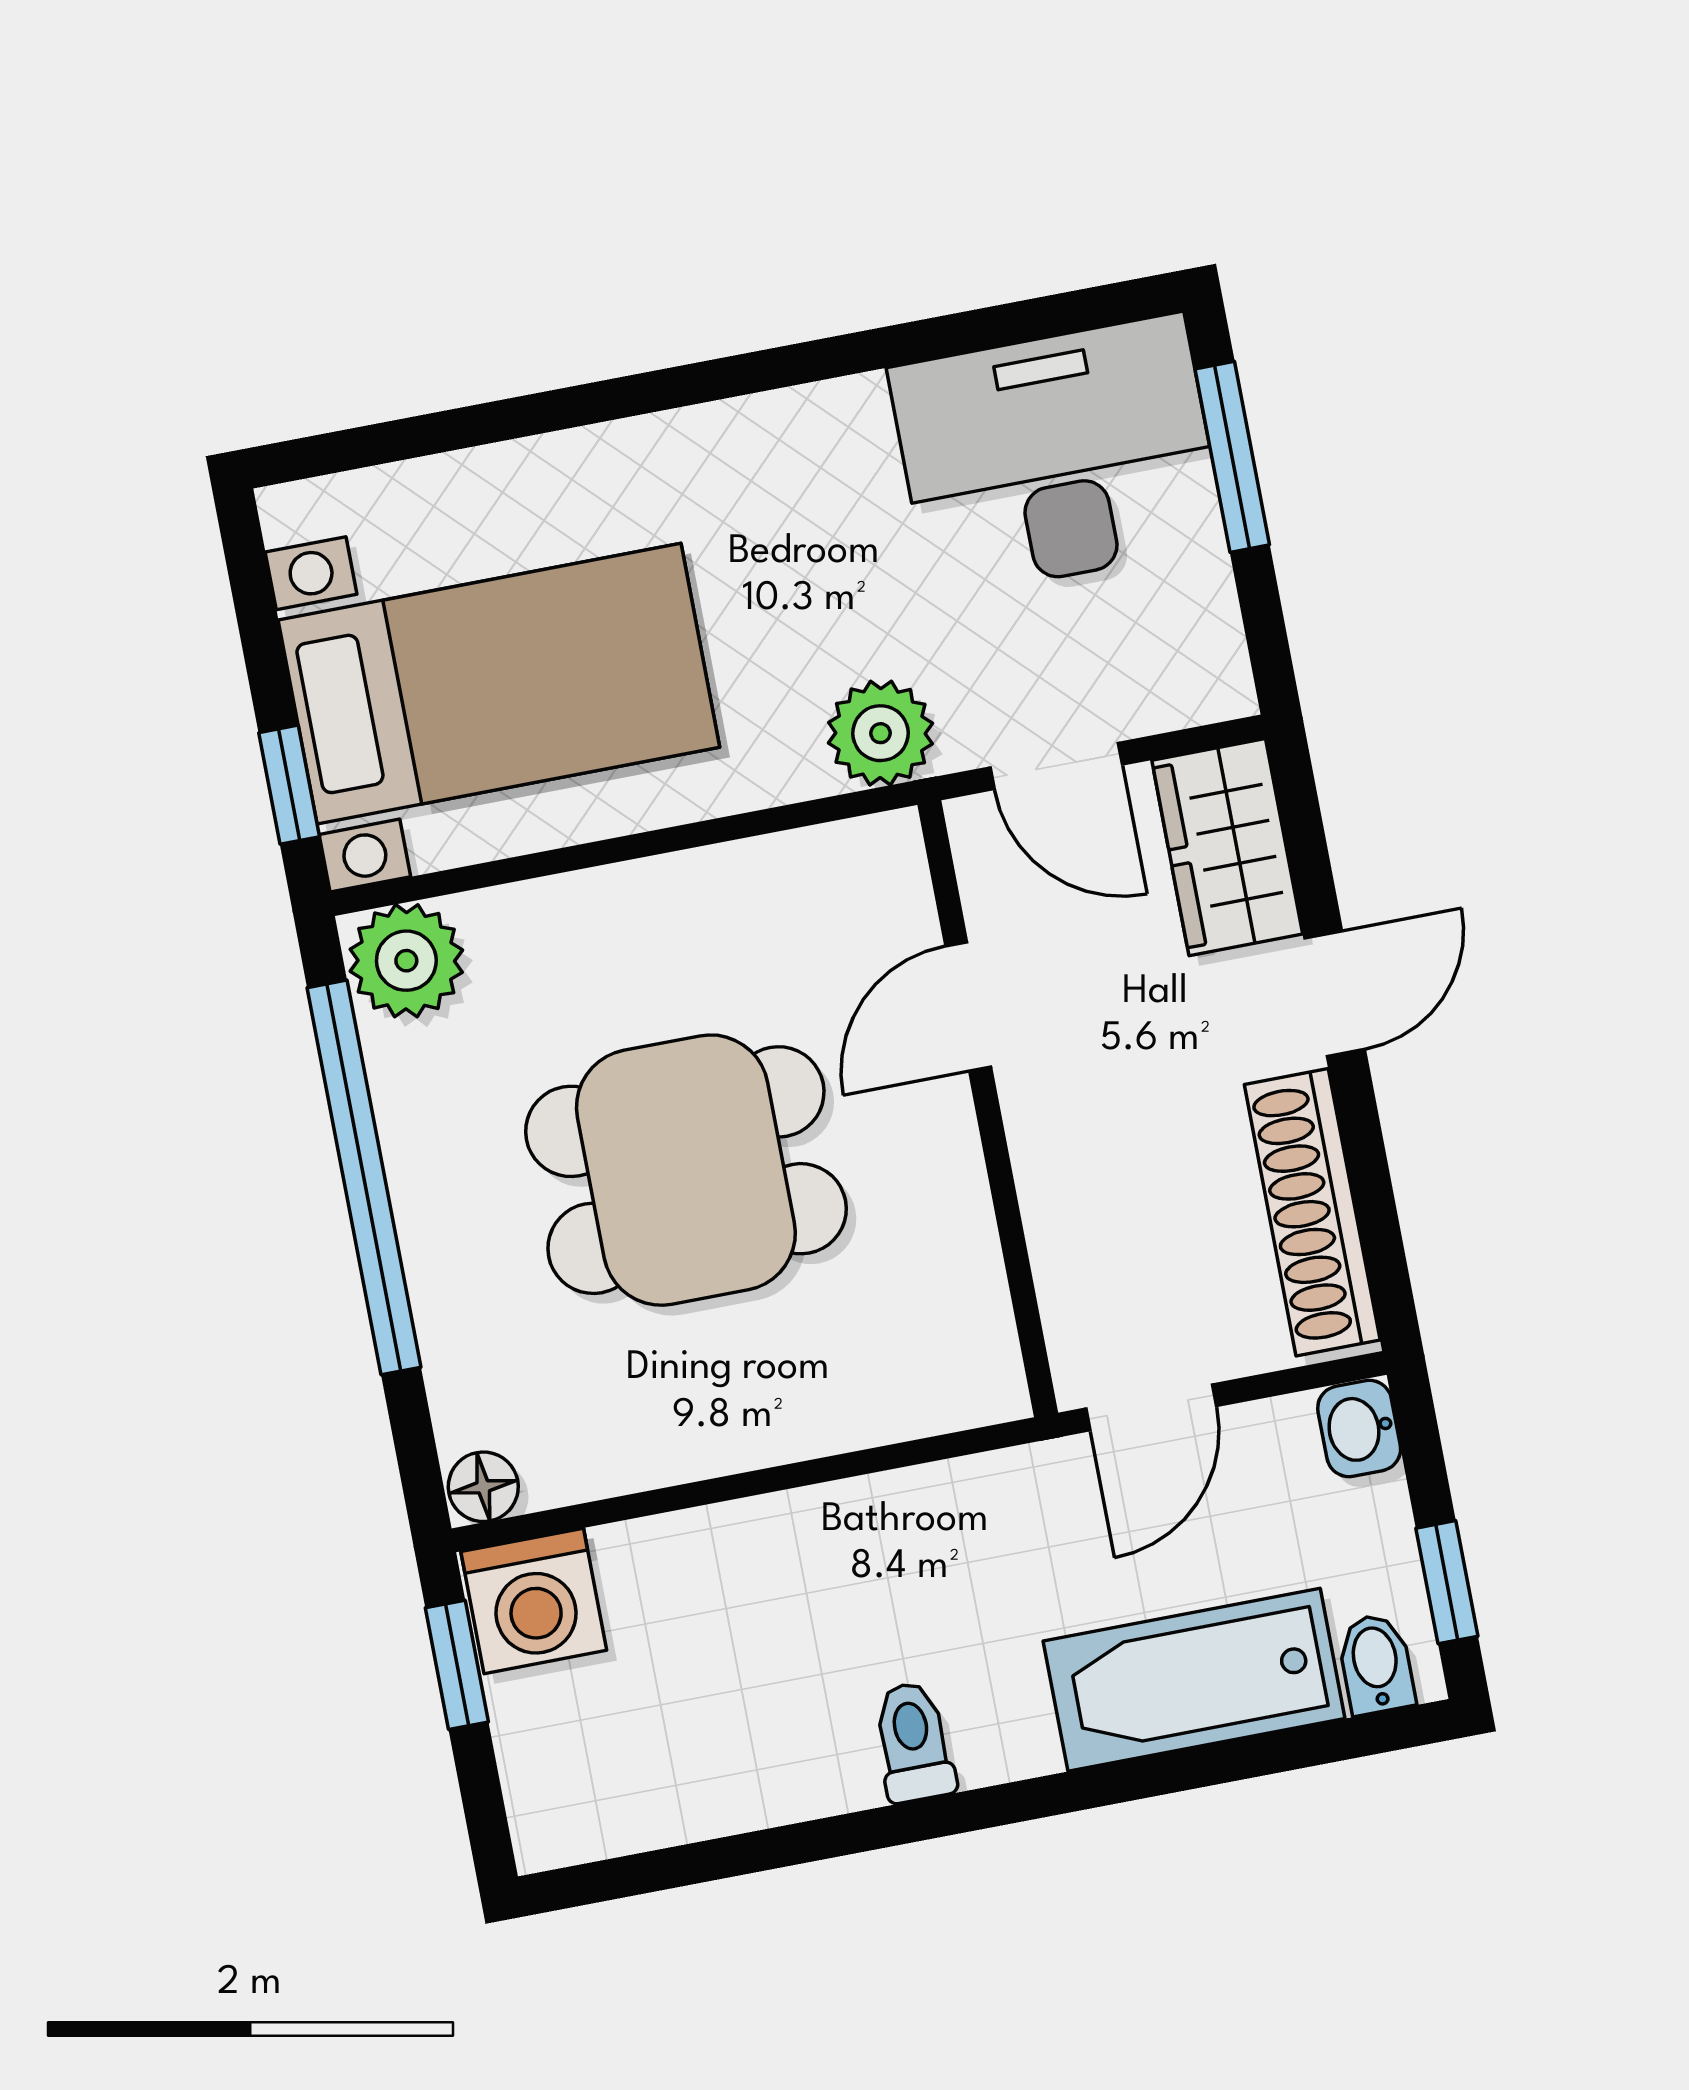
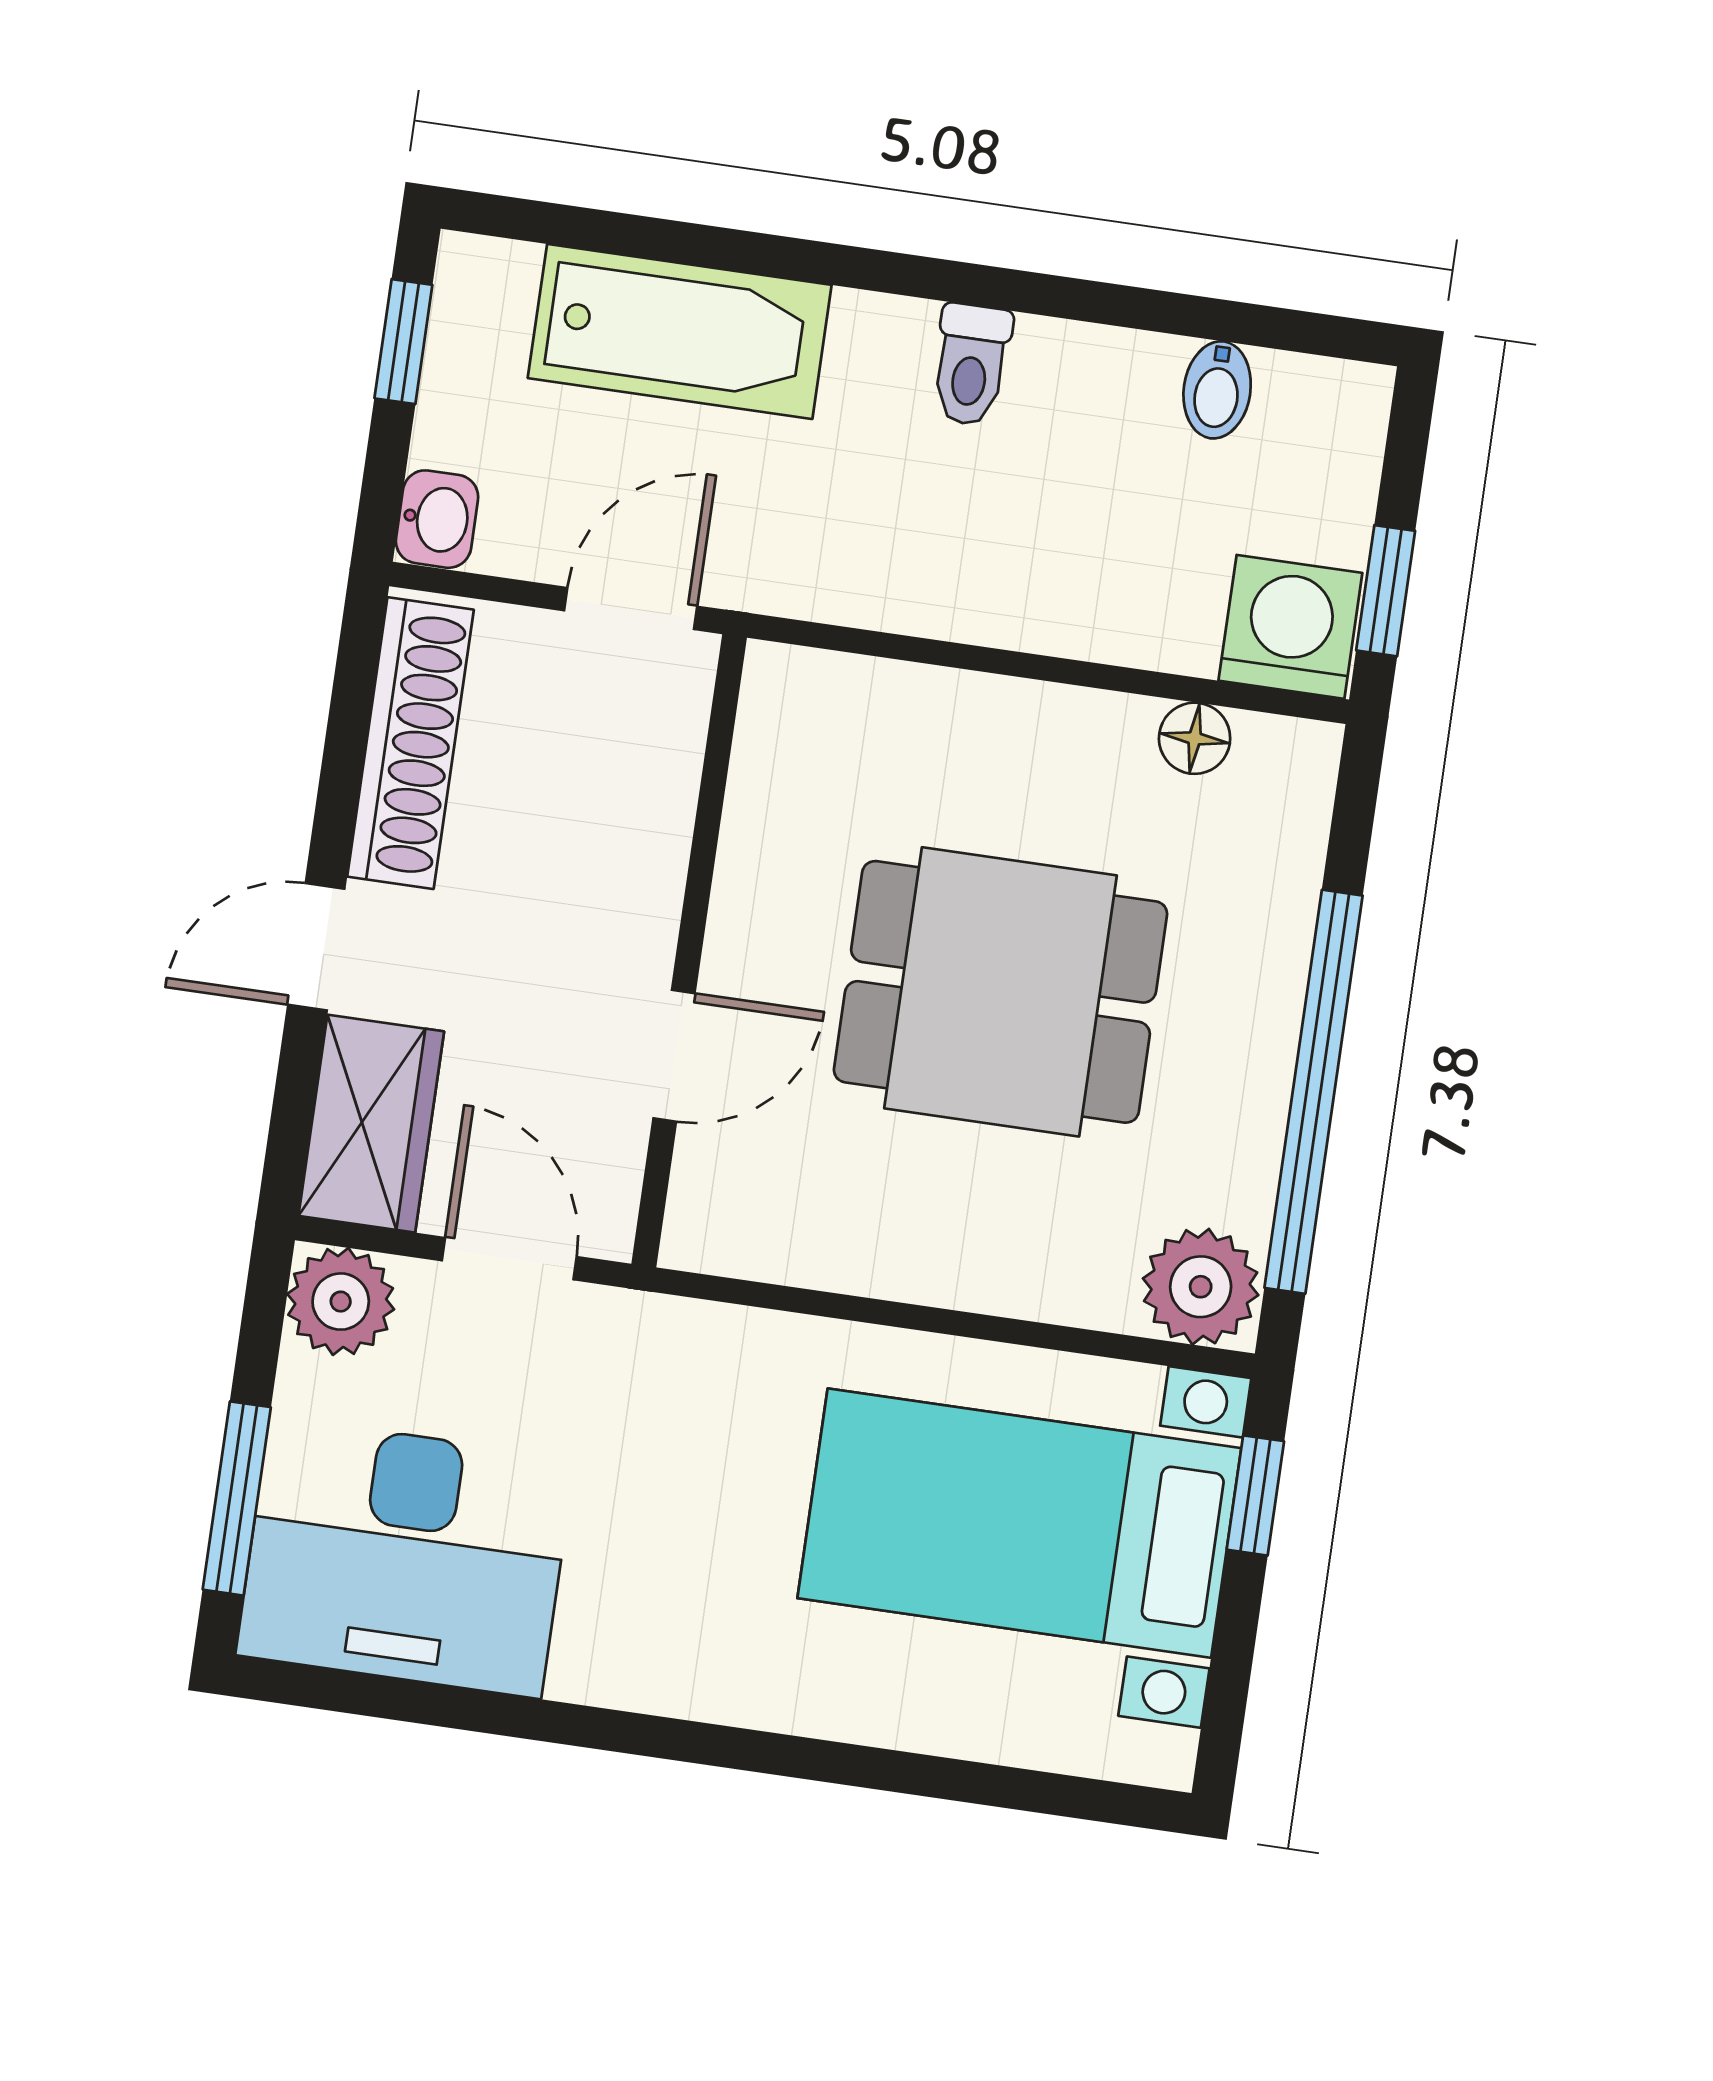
plant: (881, 733) -> (341, 1302), moved
floor lamp: (483, 1487) -> (1195, 738), moved
bidet: (1376, 1664) -> (1217, 390), moved

